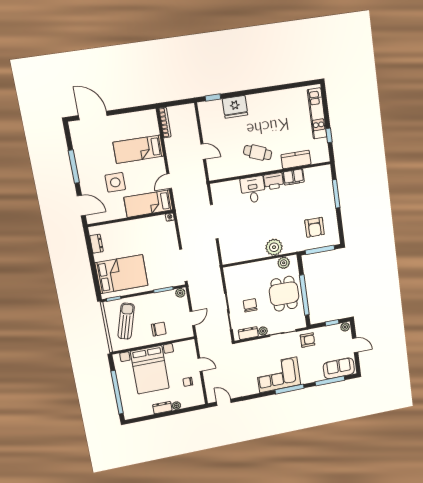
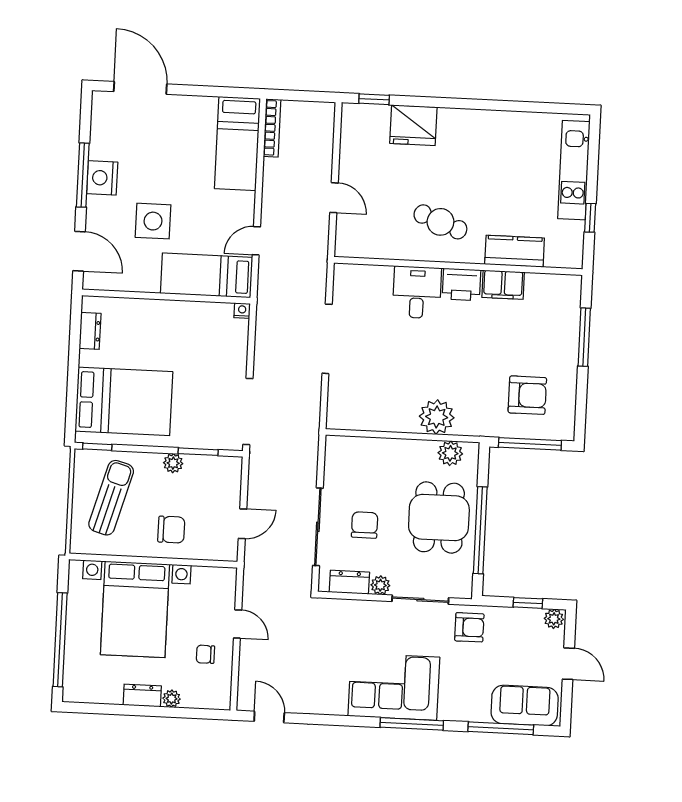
bed: (138, 149) -> (237, 144), moved, turned -90
nightstand: (84, 166) -> (102, 178), added
armchair: (315, 227) -> (527, 395), turned -90
plant: (180, 293) -> (173, 463), moved

